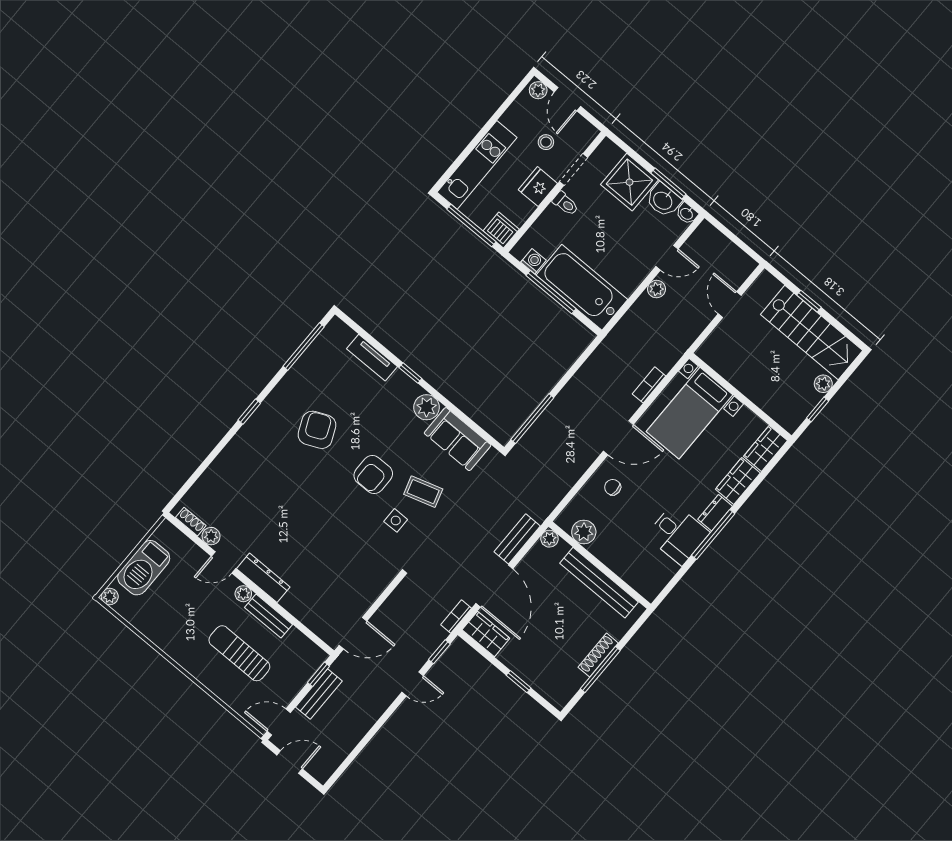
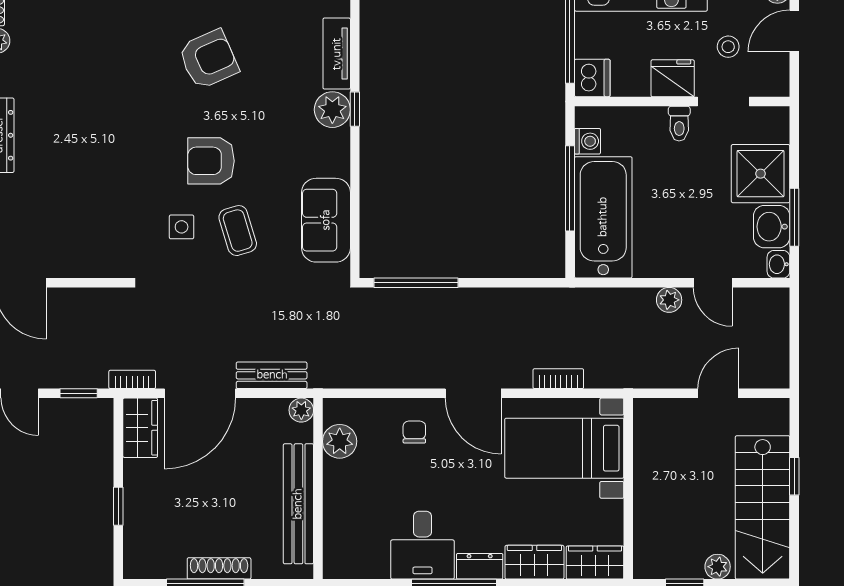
plant: (427, 407) -> (332, 110), moved

